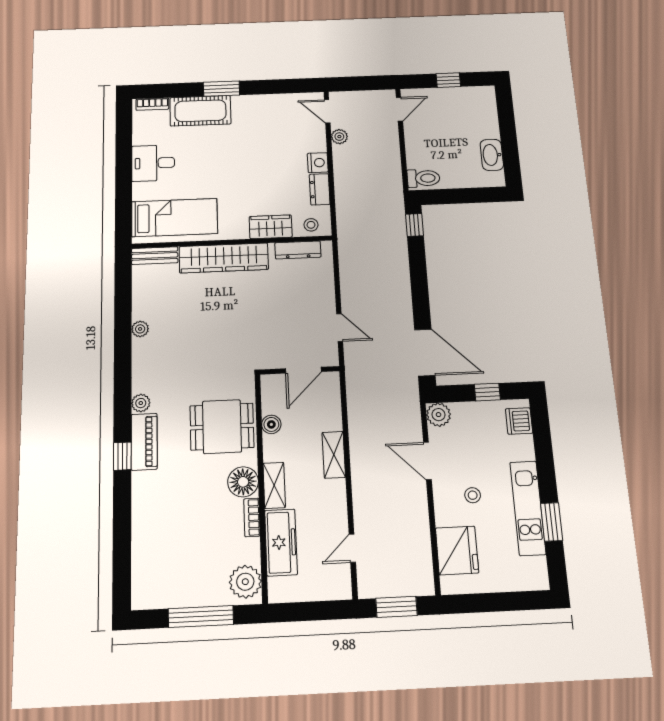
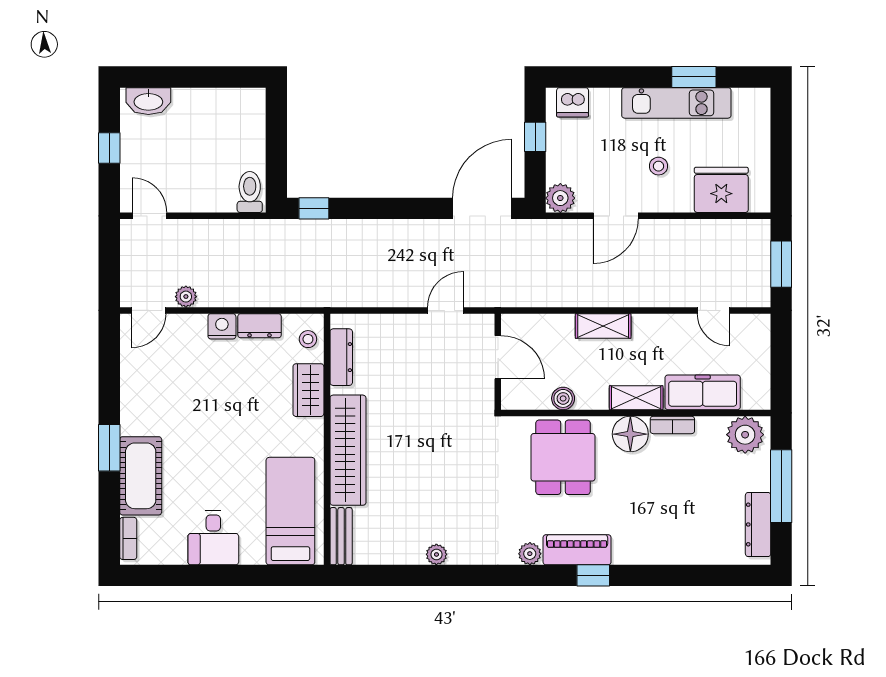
washbasin: (492, 155) -> (148, 101), moved
dresser: (167, 597) -> (758, 524), added

